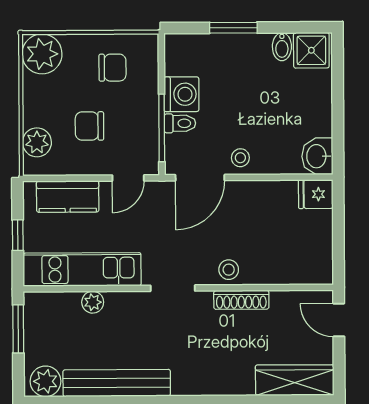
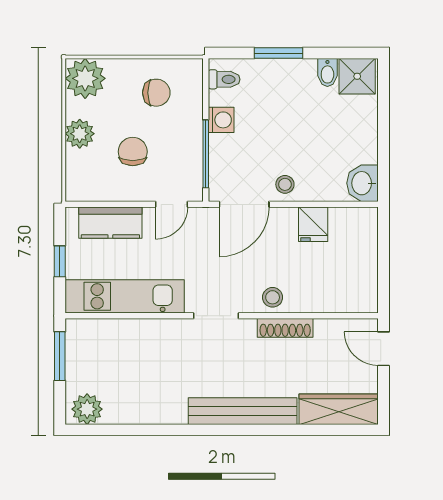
washing machine: (182, 94) -> (221, 120), width x0.73, depth x0.73
toilet: (180, 123) -> (224, 79), moved
chair: (89, 126) -> (133, 152), turned 90
plant: (37, 142) -> (80, 134), moved
fridge: (316, 194) -> (313, 224), moved, turned -90
plant: (93, 302) -> (135, 329), removed
bench: (117, 383) -> (243, 411), moved

